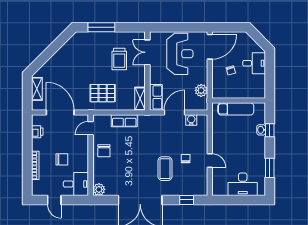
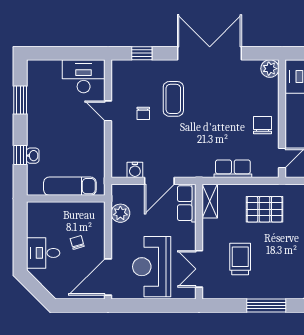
double door: (147, 52) -> (199, 269), swing flipped
desk: (243, 184) -> (84, 76), moved

